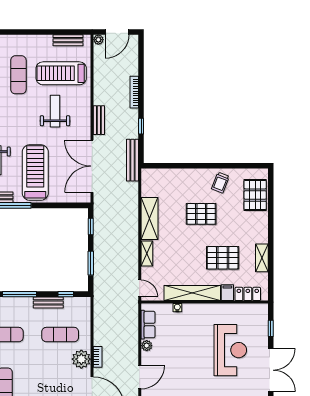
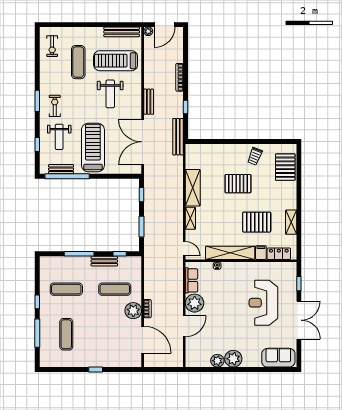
bench: (68, 40) -> (122, 32), width x1.36
weight bench: (55, 111) -> (110, 94), turned 180
plant: (147, 346) -> (195, 303), width x1.87, depth x1.87
reception desk: (230, 350) -> (263, 303), turned 180

